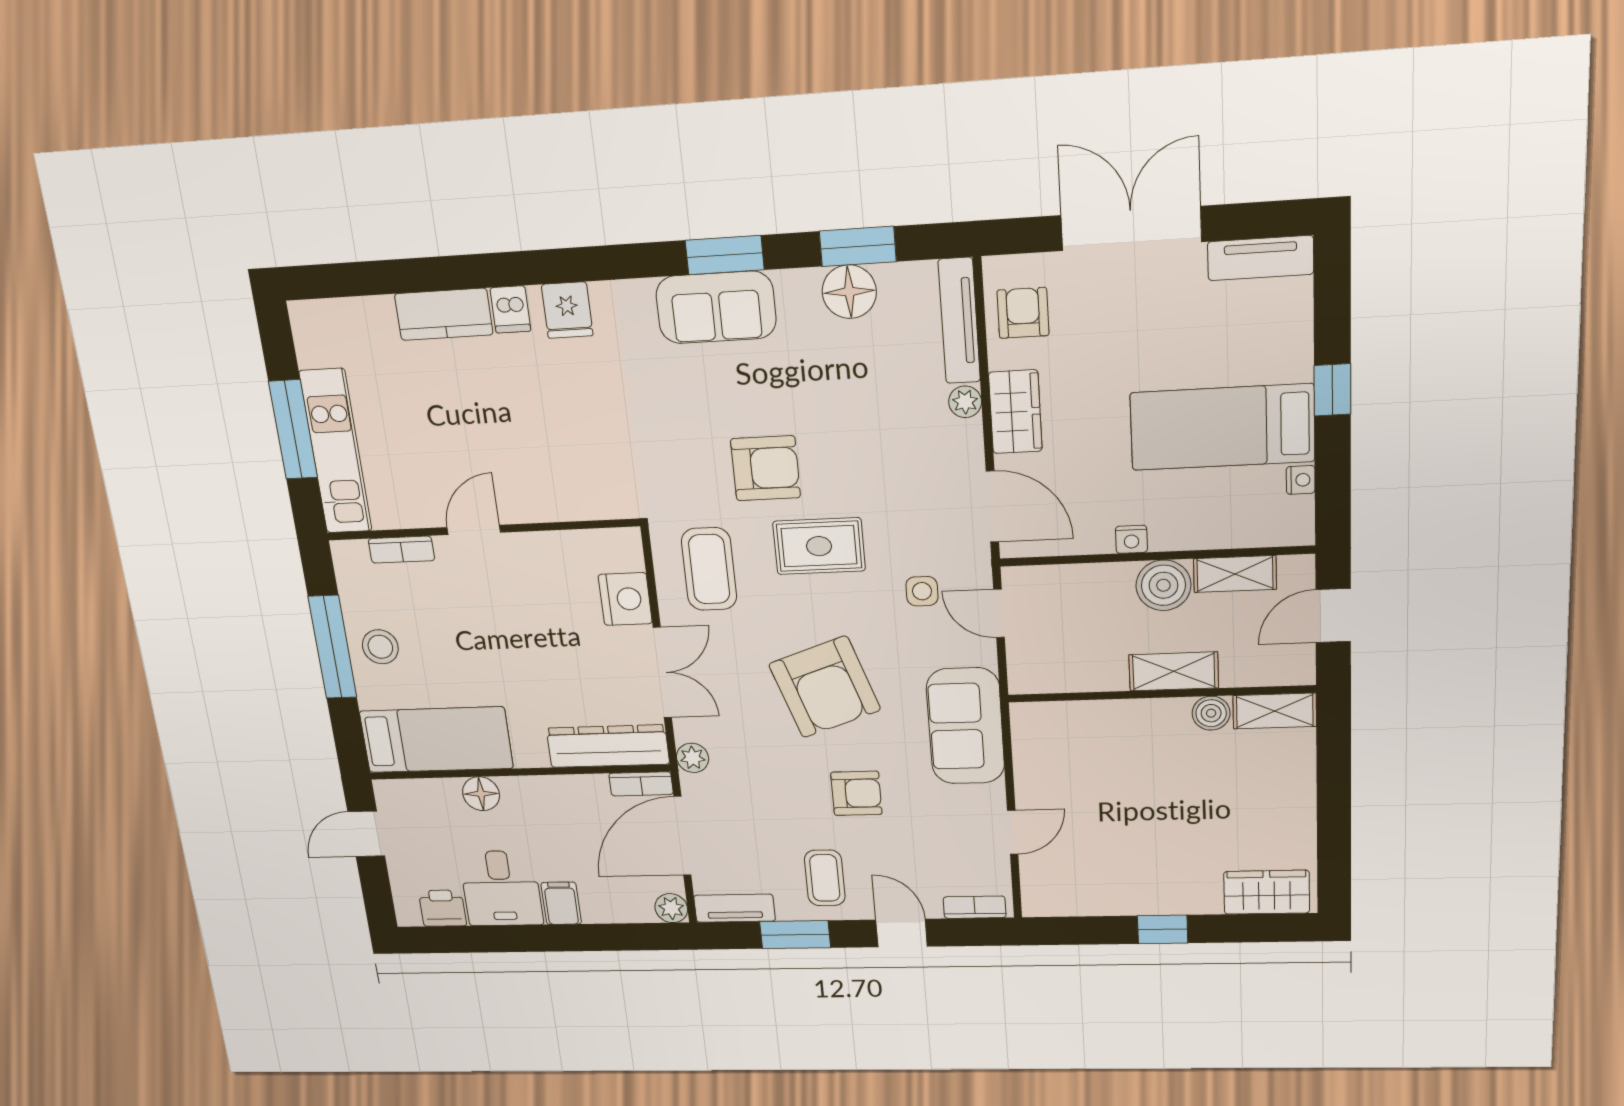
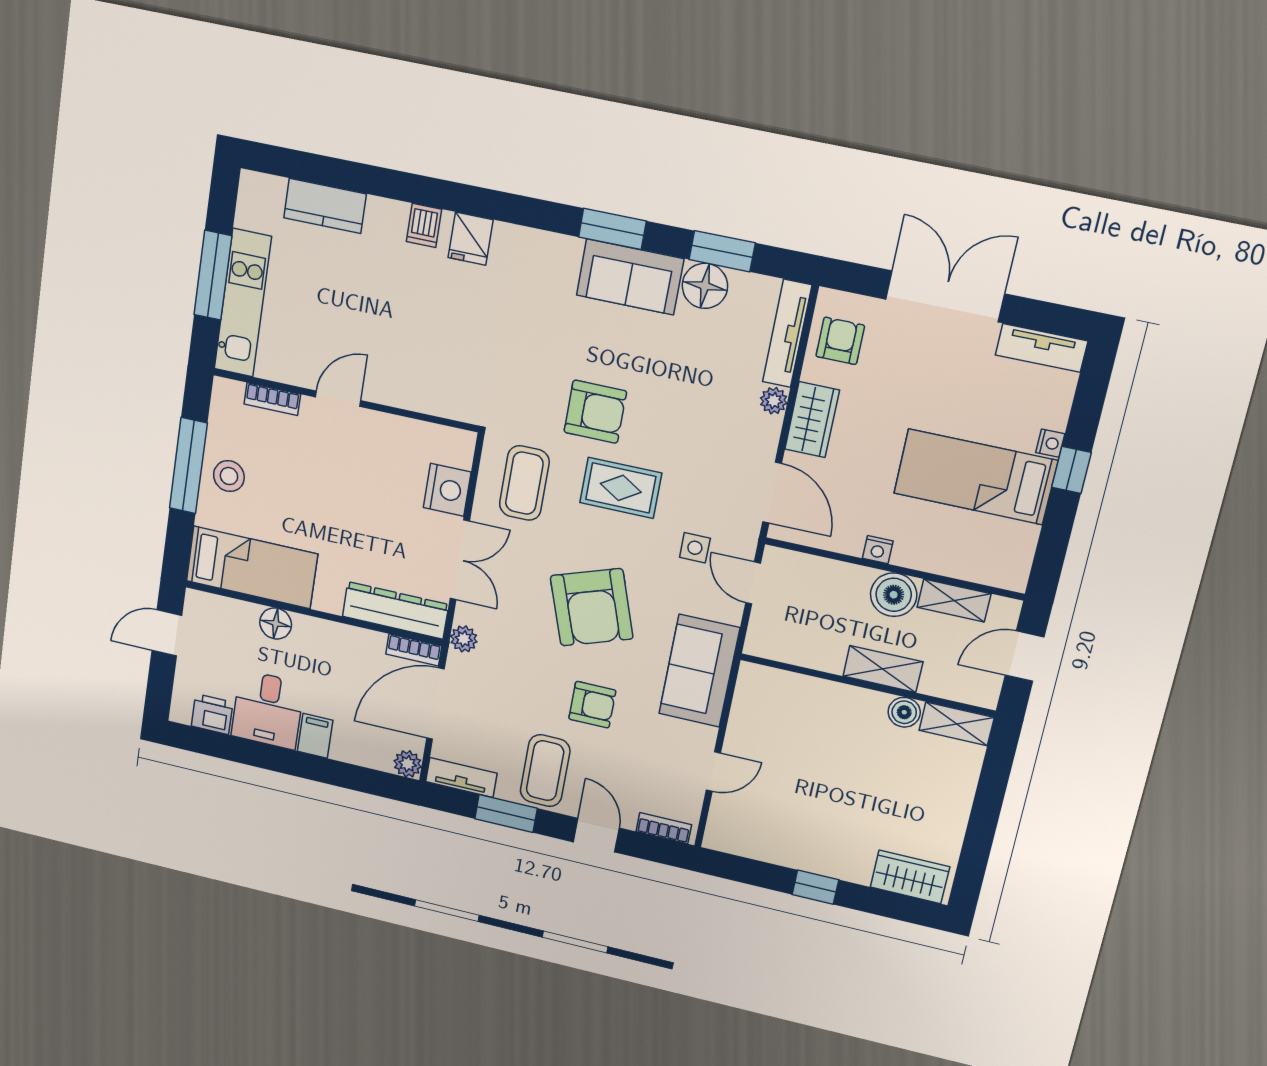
sofa: (716, 307) -> (630, 277), moved
kitchen counter: (444, 314) -> (325, 206), moved
nightstand: (1301, 480) -> (1050, 443), moved
coffee table: (825, 878) -> (545, 771), width x1.36, depth x1.30

